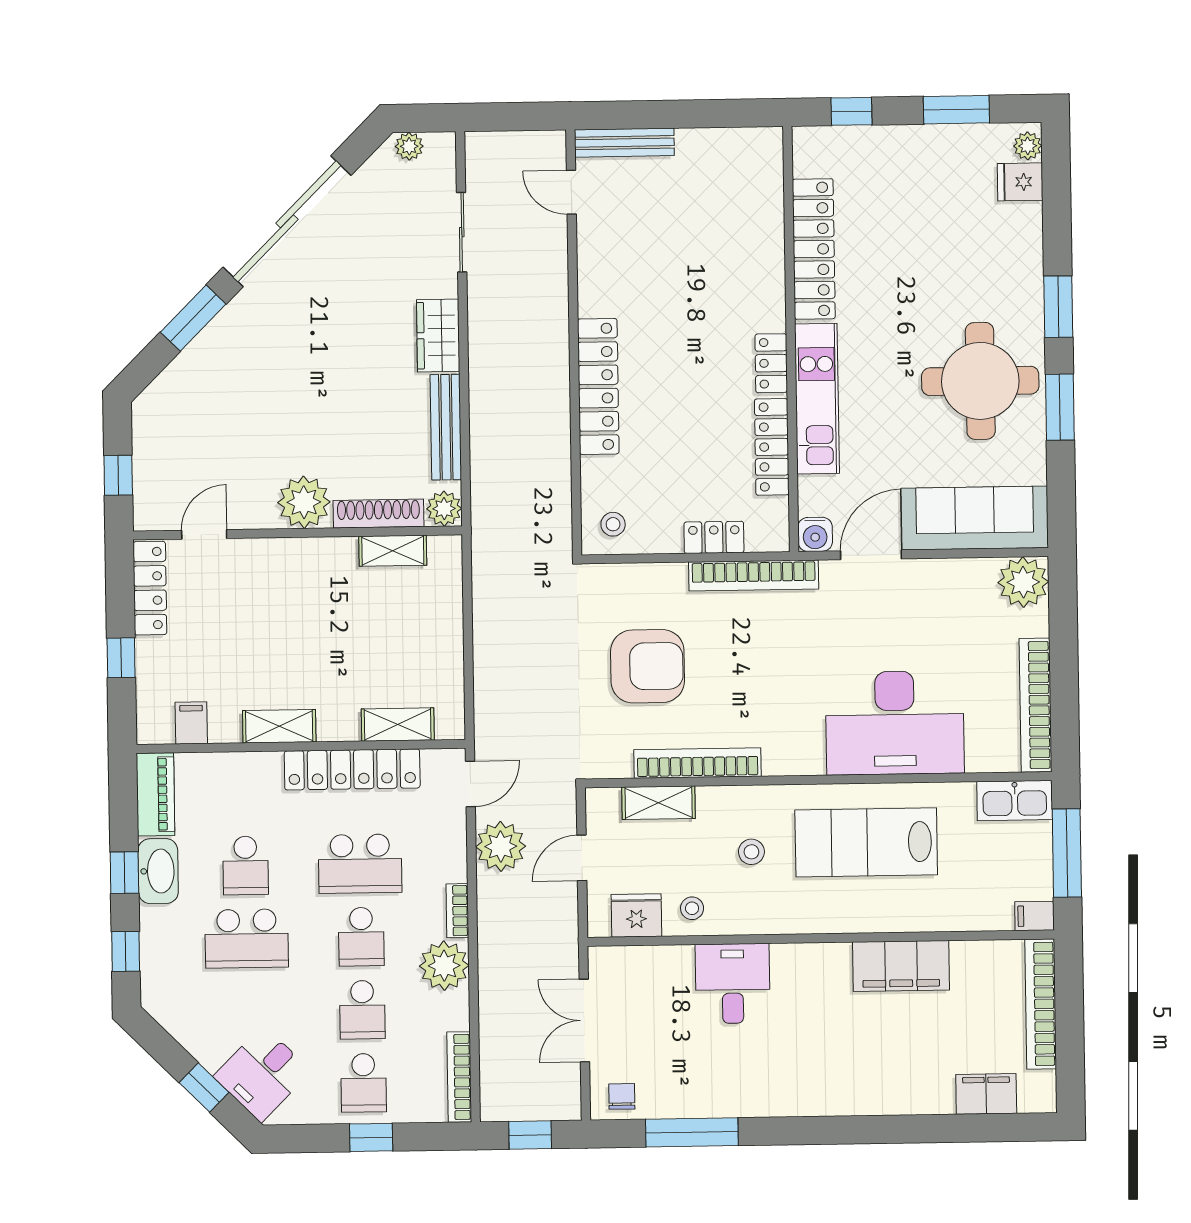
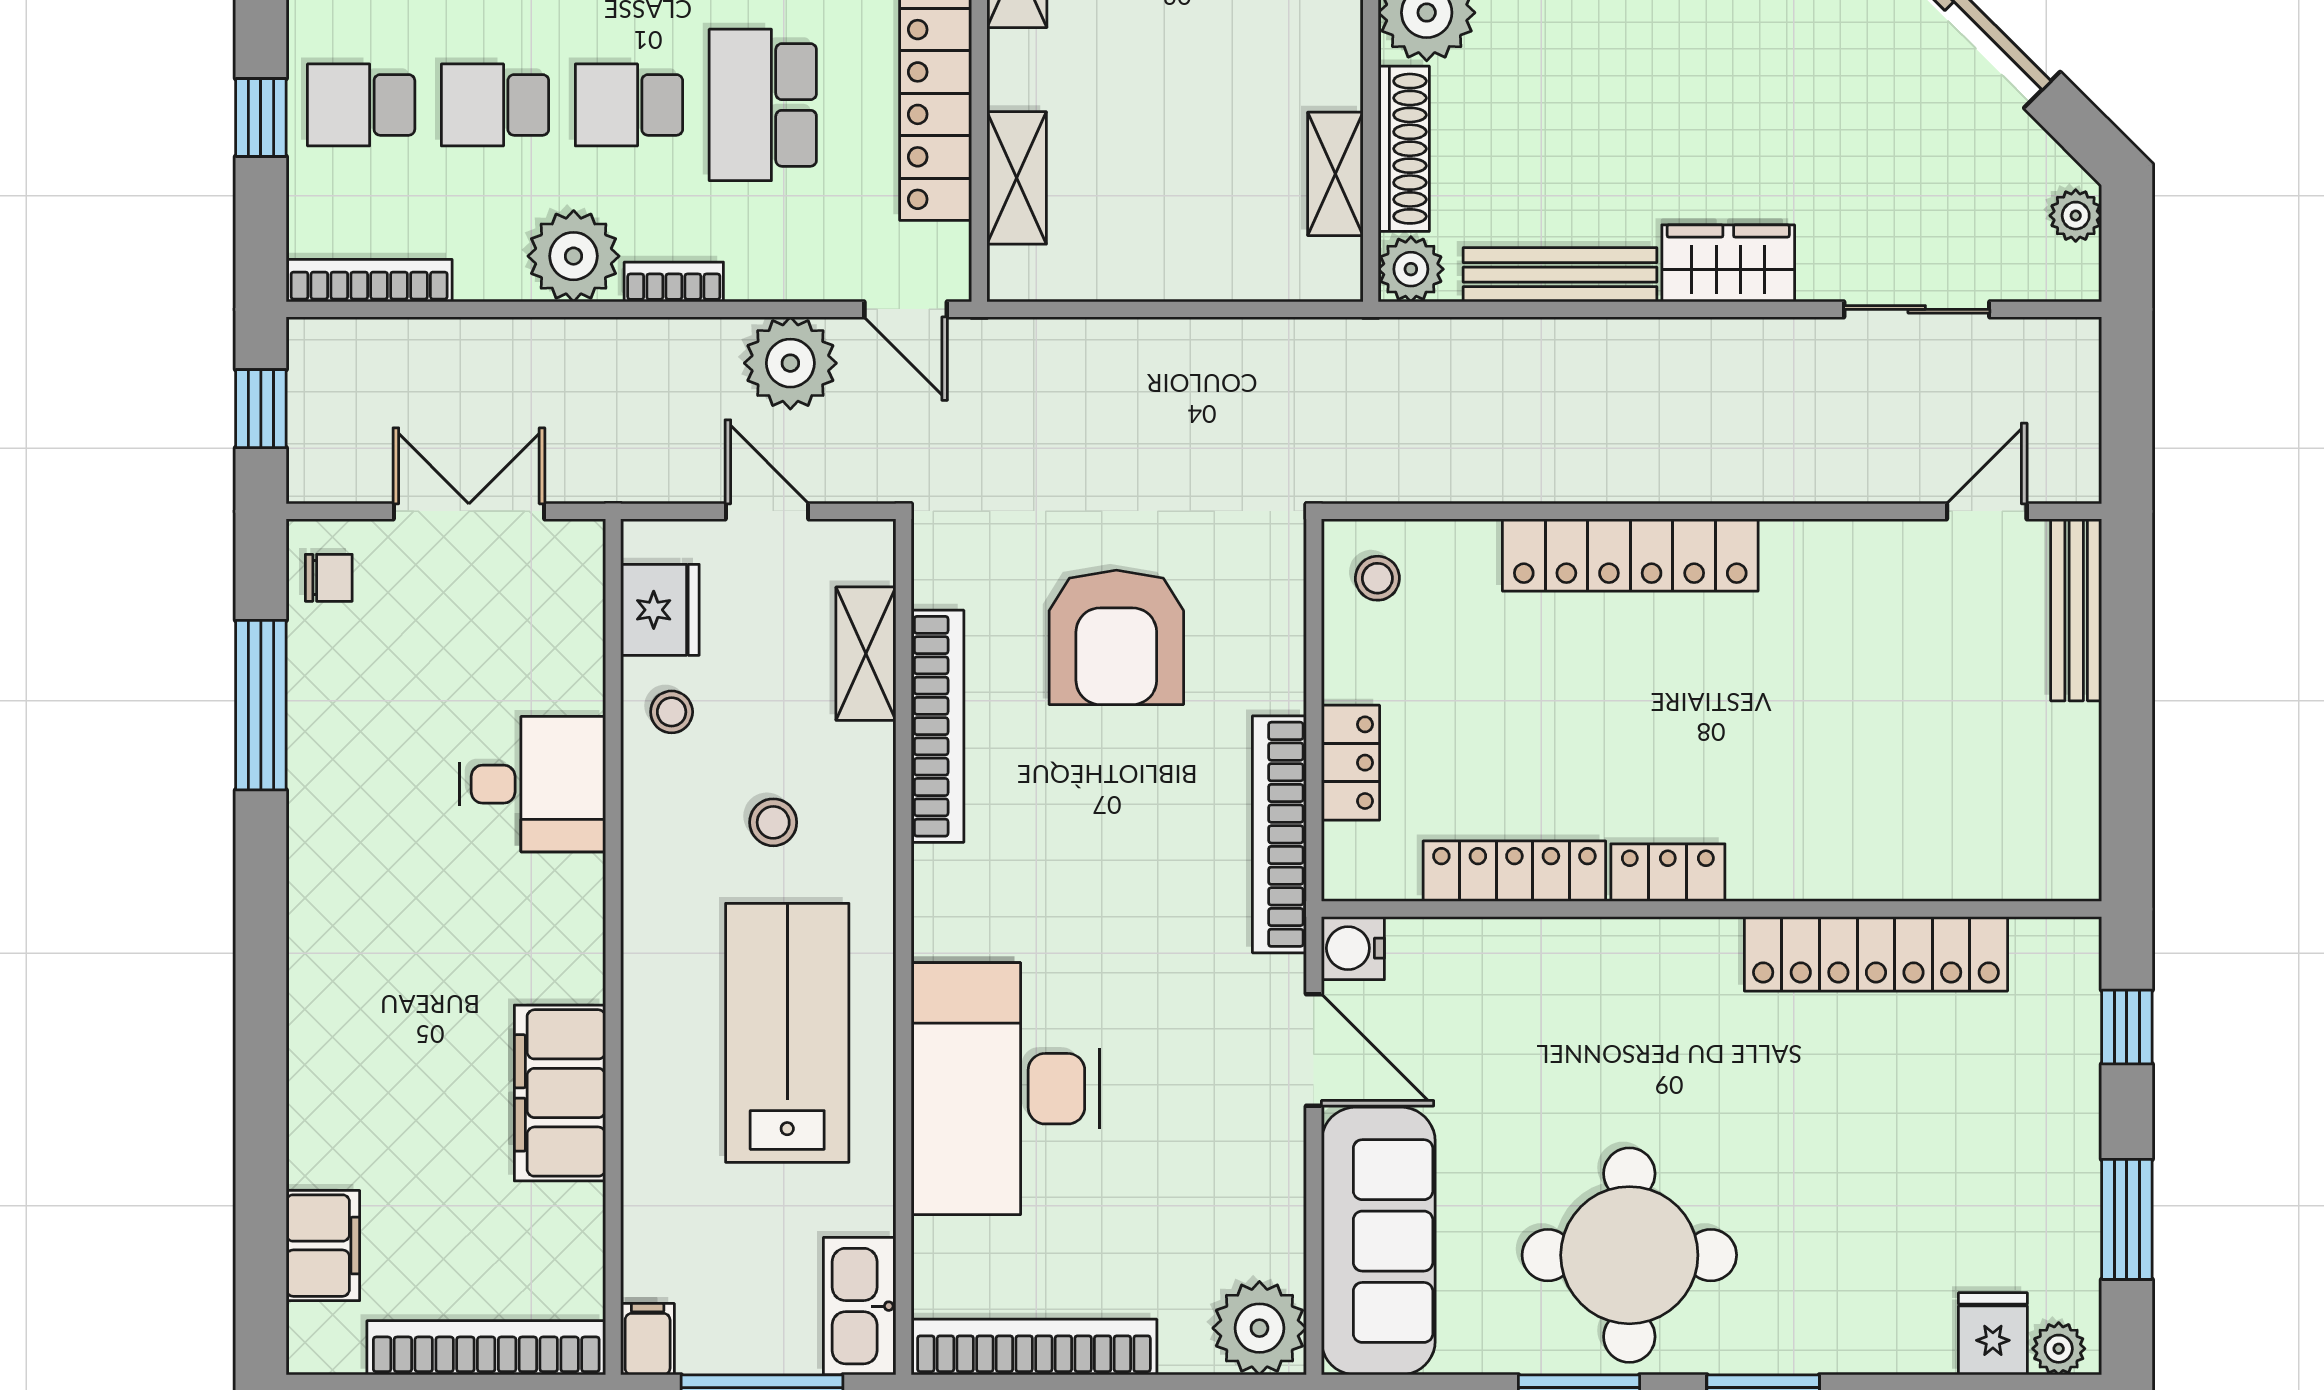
kitchen unit: (817, 399) -> (1602, 955), removed

